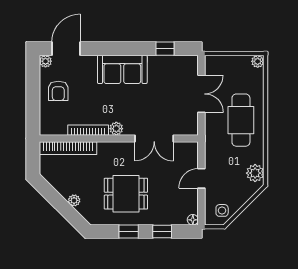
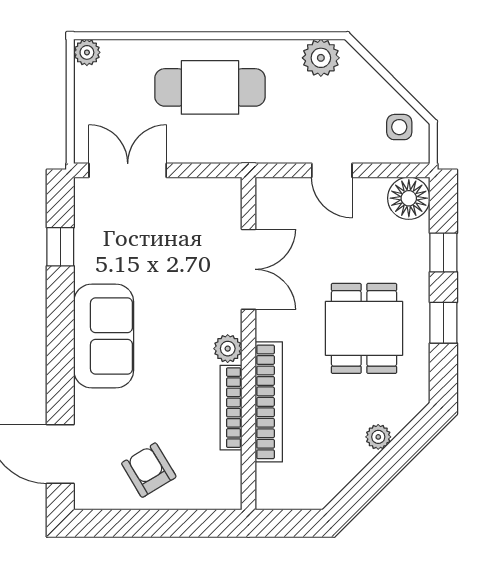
plant: (45, 61) -> (87, 497), removed
armchair: (58, 91) -> (149, 470), turned -121
double door: (201, 94) -> (128, 170), moved
bookcase: (68, 148) -> (269, 402), moved
floor lamp: (193, 220) -> (409, 198), width x1.89, depth x1.89

